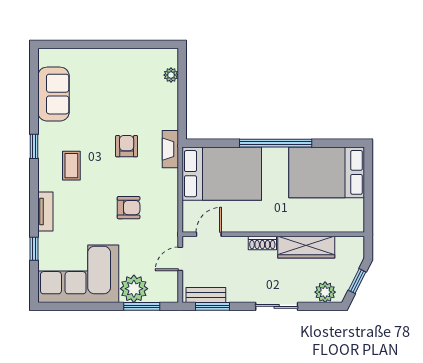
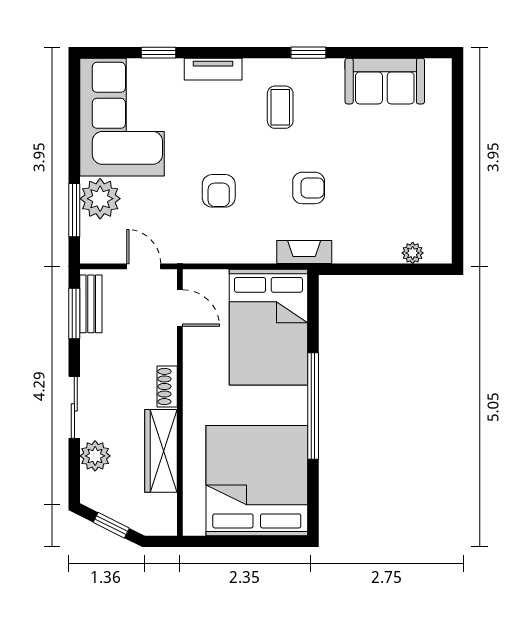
coffee table: (71, 166) -> (280, 107), turned 90
bed: (327, 172) -> (257, 481), width x1.36
plant: (325, 292) -> (95, 456), moved

